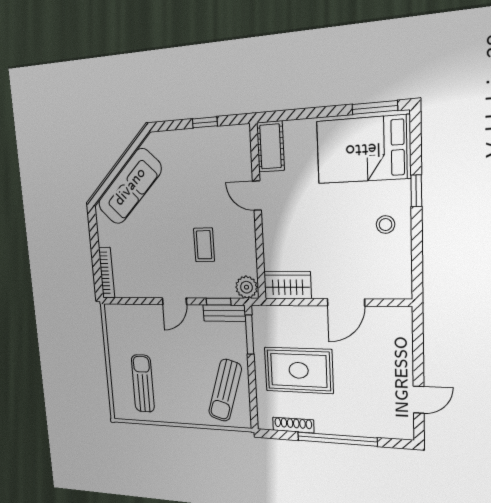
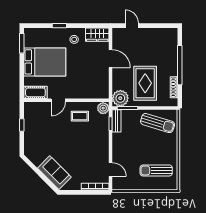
bed: (363, 150) -> (45, 62), moved, turned -90
sofa: (130, 186) -> (54, 173), width x0.73
coffee table: (204, 245) -> (80, 116), moved
wardrobe: (288, 285) -> (97, 35), moved, turned -90
door: (174, 301) -> (111, 170), moved
plant: (267, 321) -> (120, 98), added
door: (419, 400) -> (132, 26), moved

